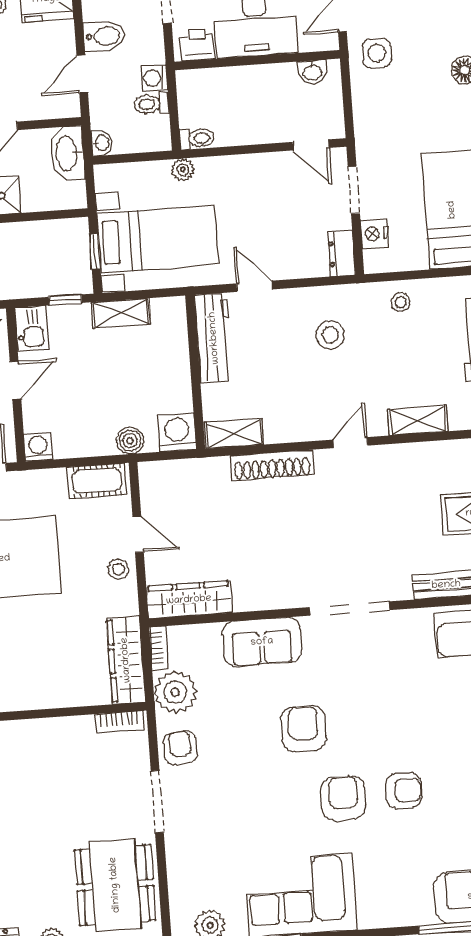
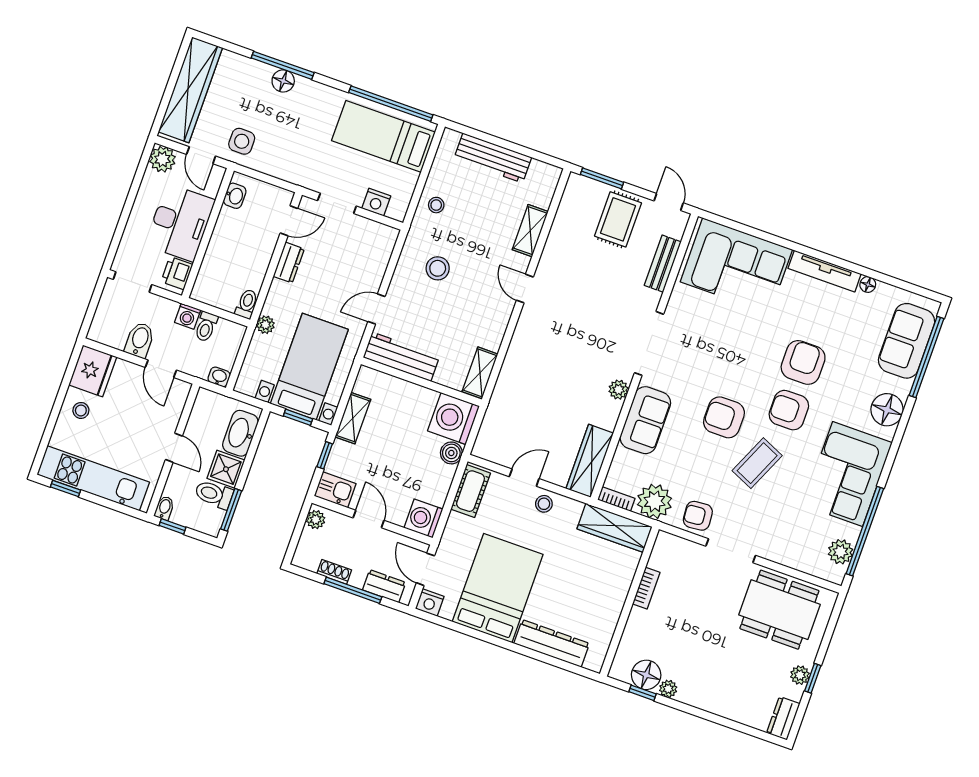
washbasin: (67, 153) -> (240, 433), moved, turned 90
dresser: (341, 253) -> (289, 263), moved, turned -90
washing machine: (177, 432) -> (454, 419), width x1.37, depth x1.37
washing machine: (38, 447) -> (423, 518), width x1.38, depth x1.38
shoe rack: (272, 465) -> (516, 355), removed
plant: (283, 597) -> (619, 390), added
bookcase: (120, 722) -> (646, 588), moved
coffee table: (268, 788) -> (757, 463), added
armchair: (404, 791) -> (803, 362), width x1.38, depth x1.38
floor lamp: (392, 908) -> (887, 410), added

